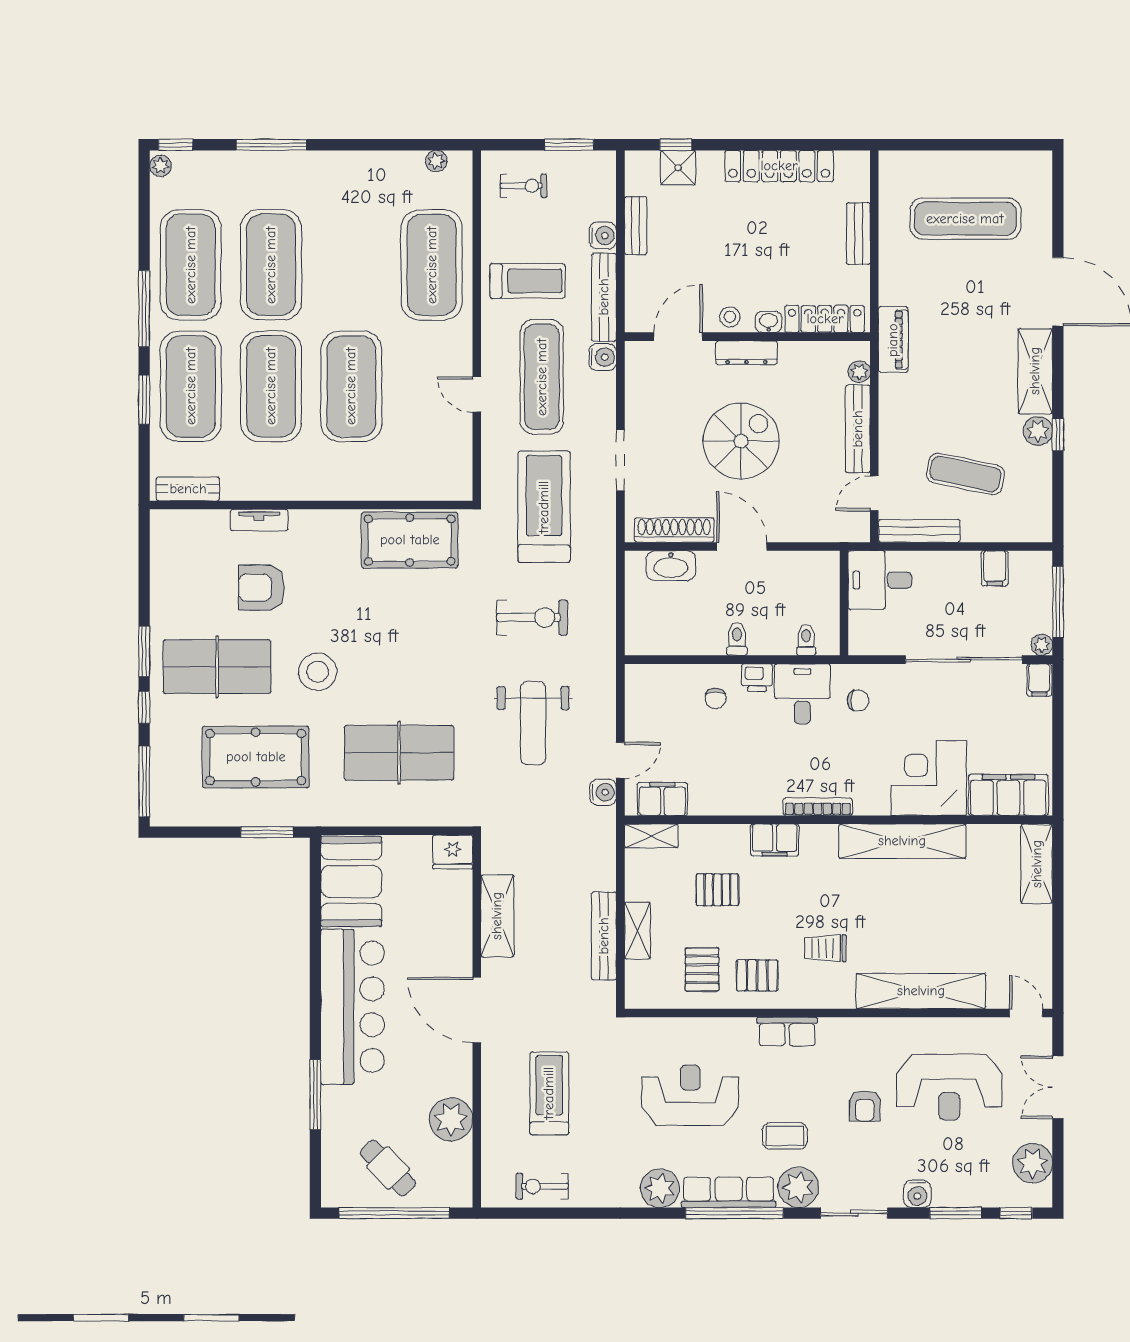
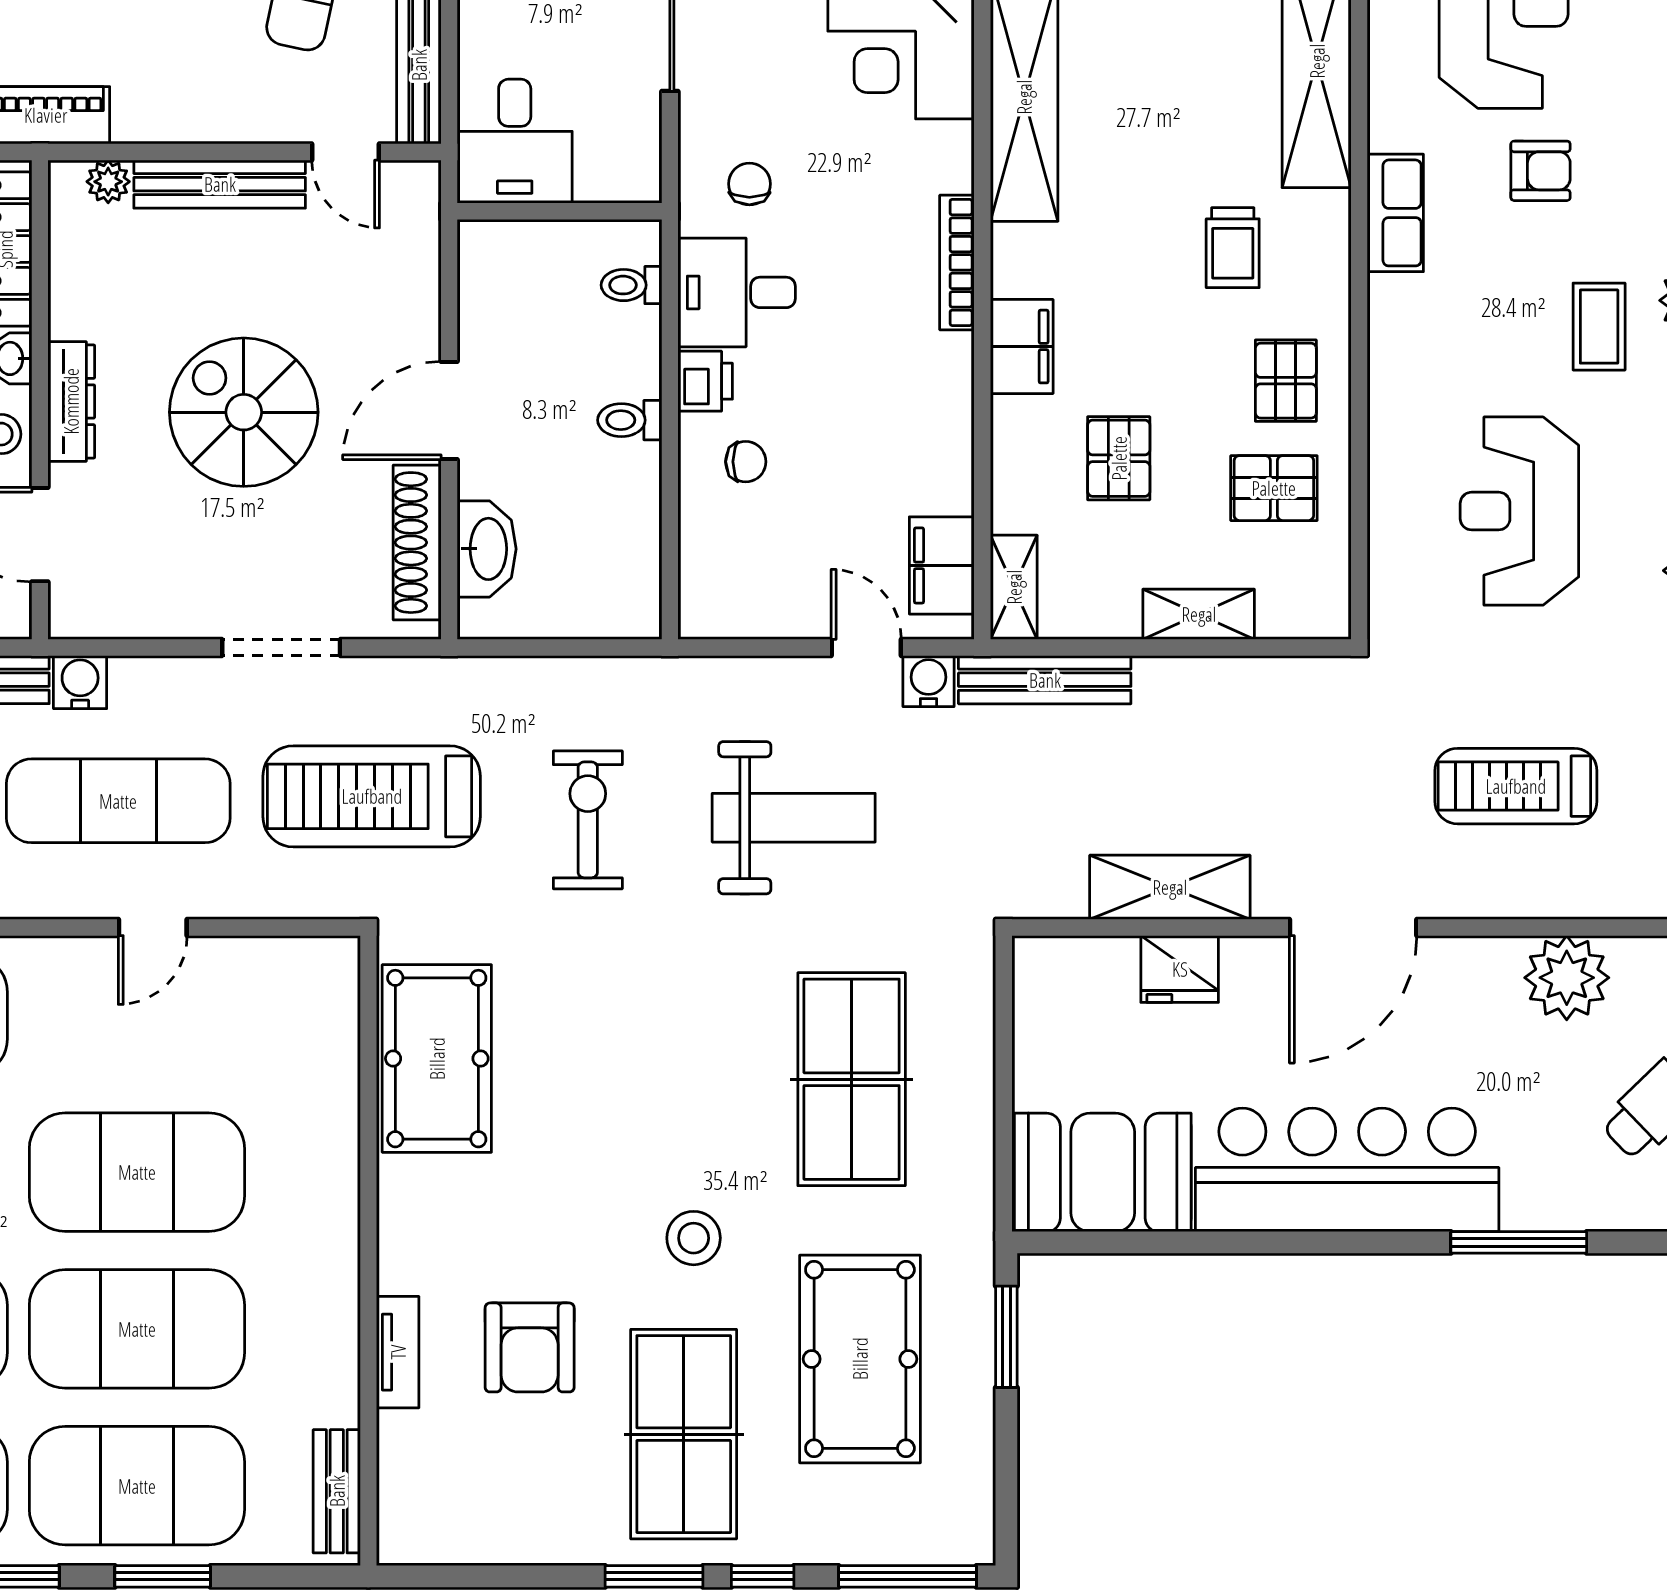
stool: (318, 672) -> (694, 1238), width x0.73, depth x0.73
fridge: (453, 852) -> (1180, 969), moved, turned 90
bench: (604, 936) -> (1045, 680), moved
row of seats: (787, 1032) -> (1395, 213), moved

